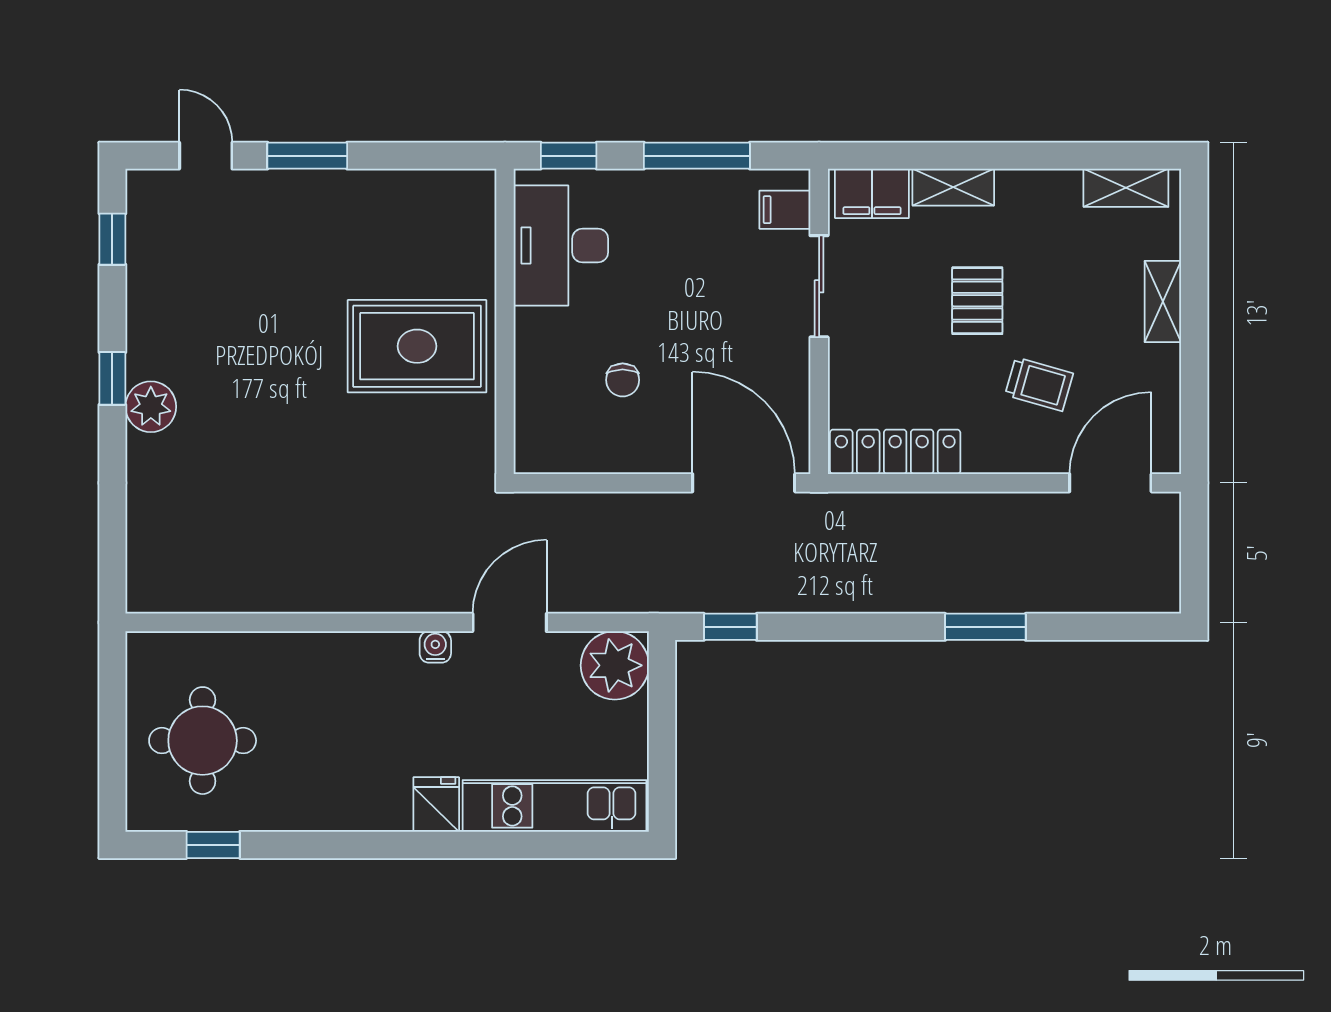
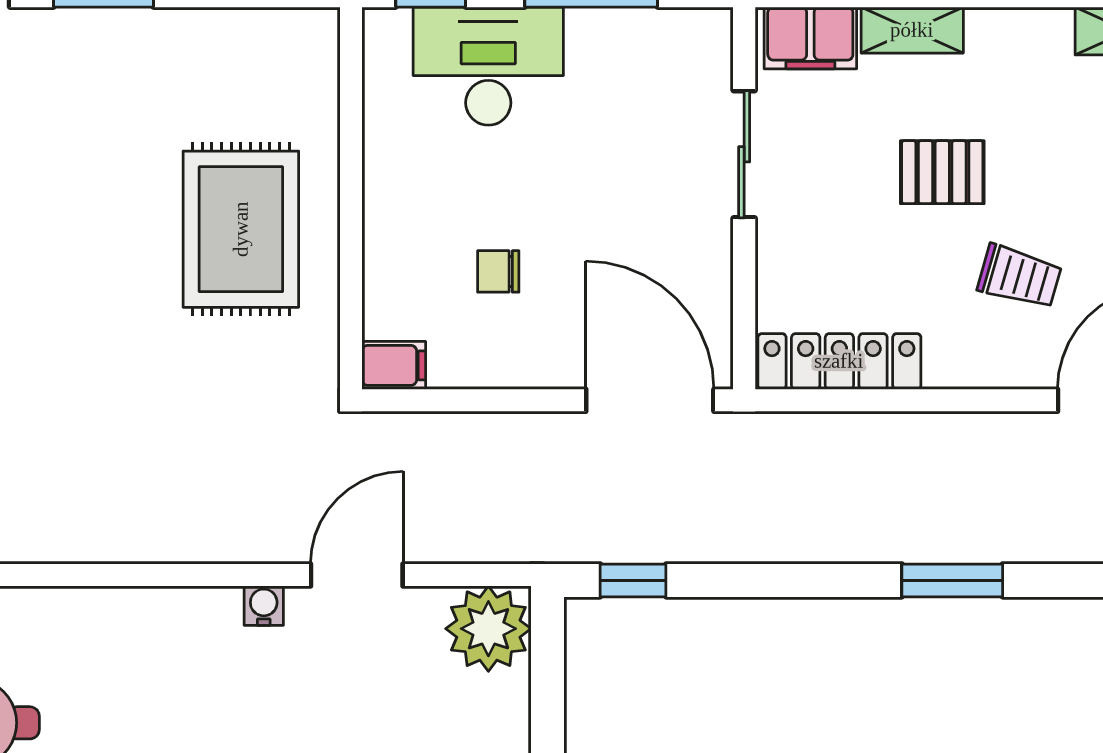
filing cabinet: (785, 210) -> (394, 365), moved, turned 180
desk: (561, 246) -> (488, 66), moved, turned 90
pallet: (977, 301) -> (942, 172), turned 90
rug: (417, 346) -> (241, 229), turned 90
chair: (623, 380) -> (498, 271), turned 90

